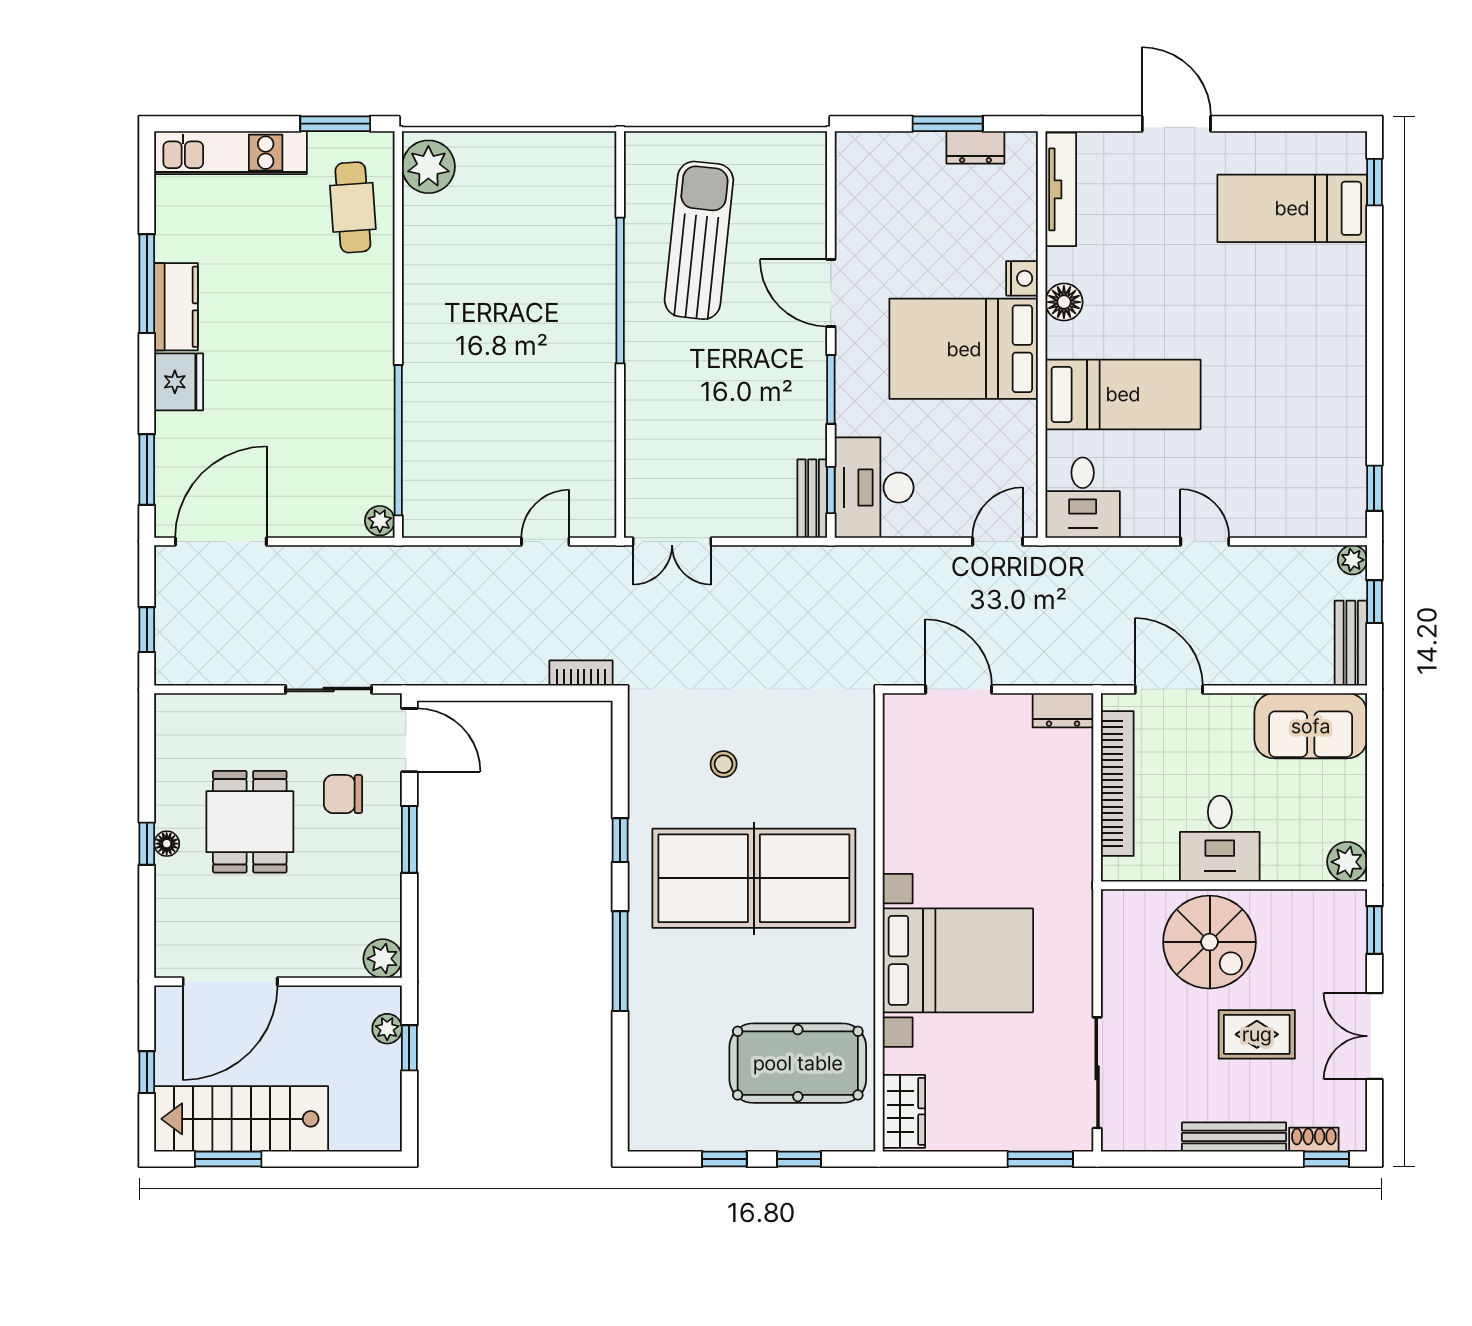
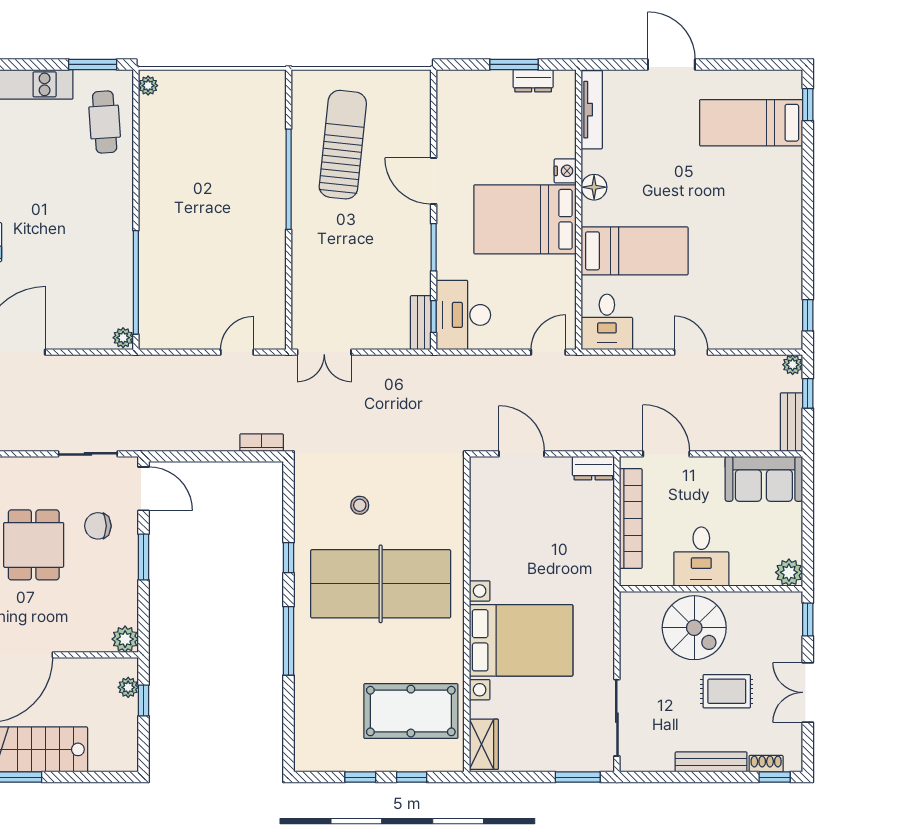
plant: (428, 167) -> (148, 86), width x0.53, depth x0.53

